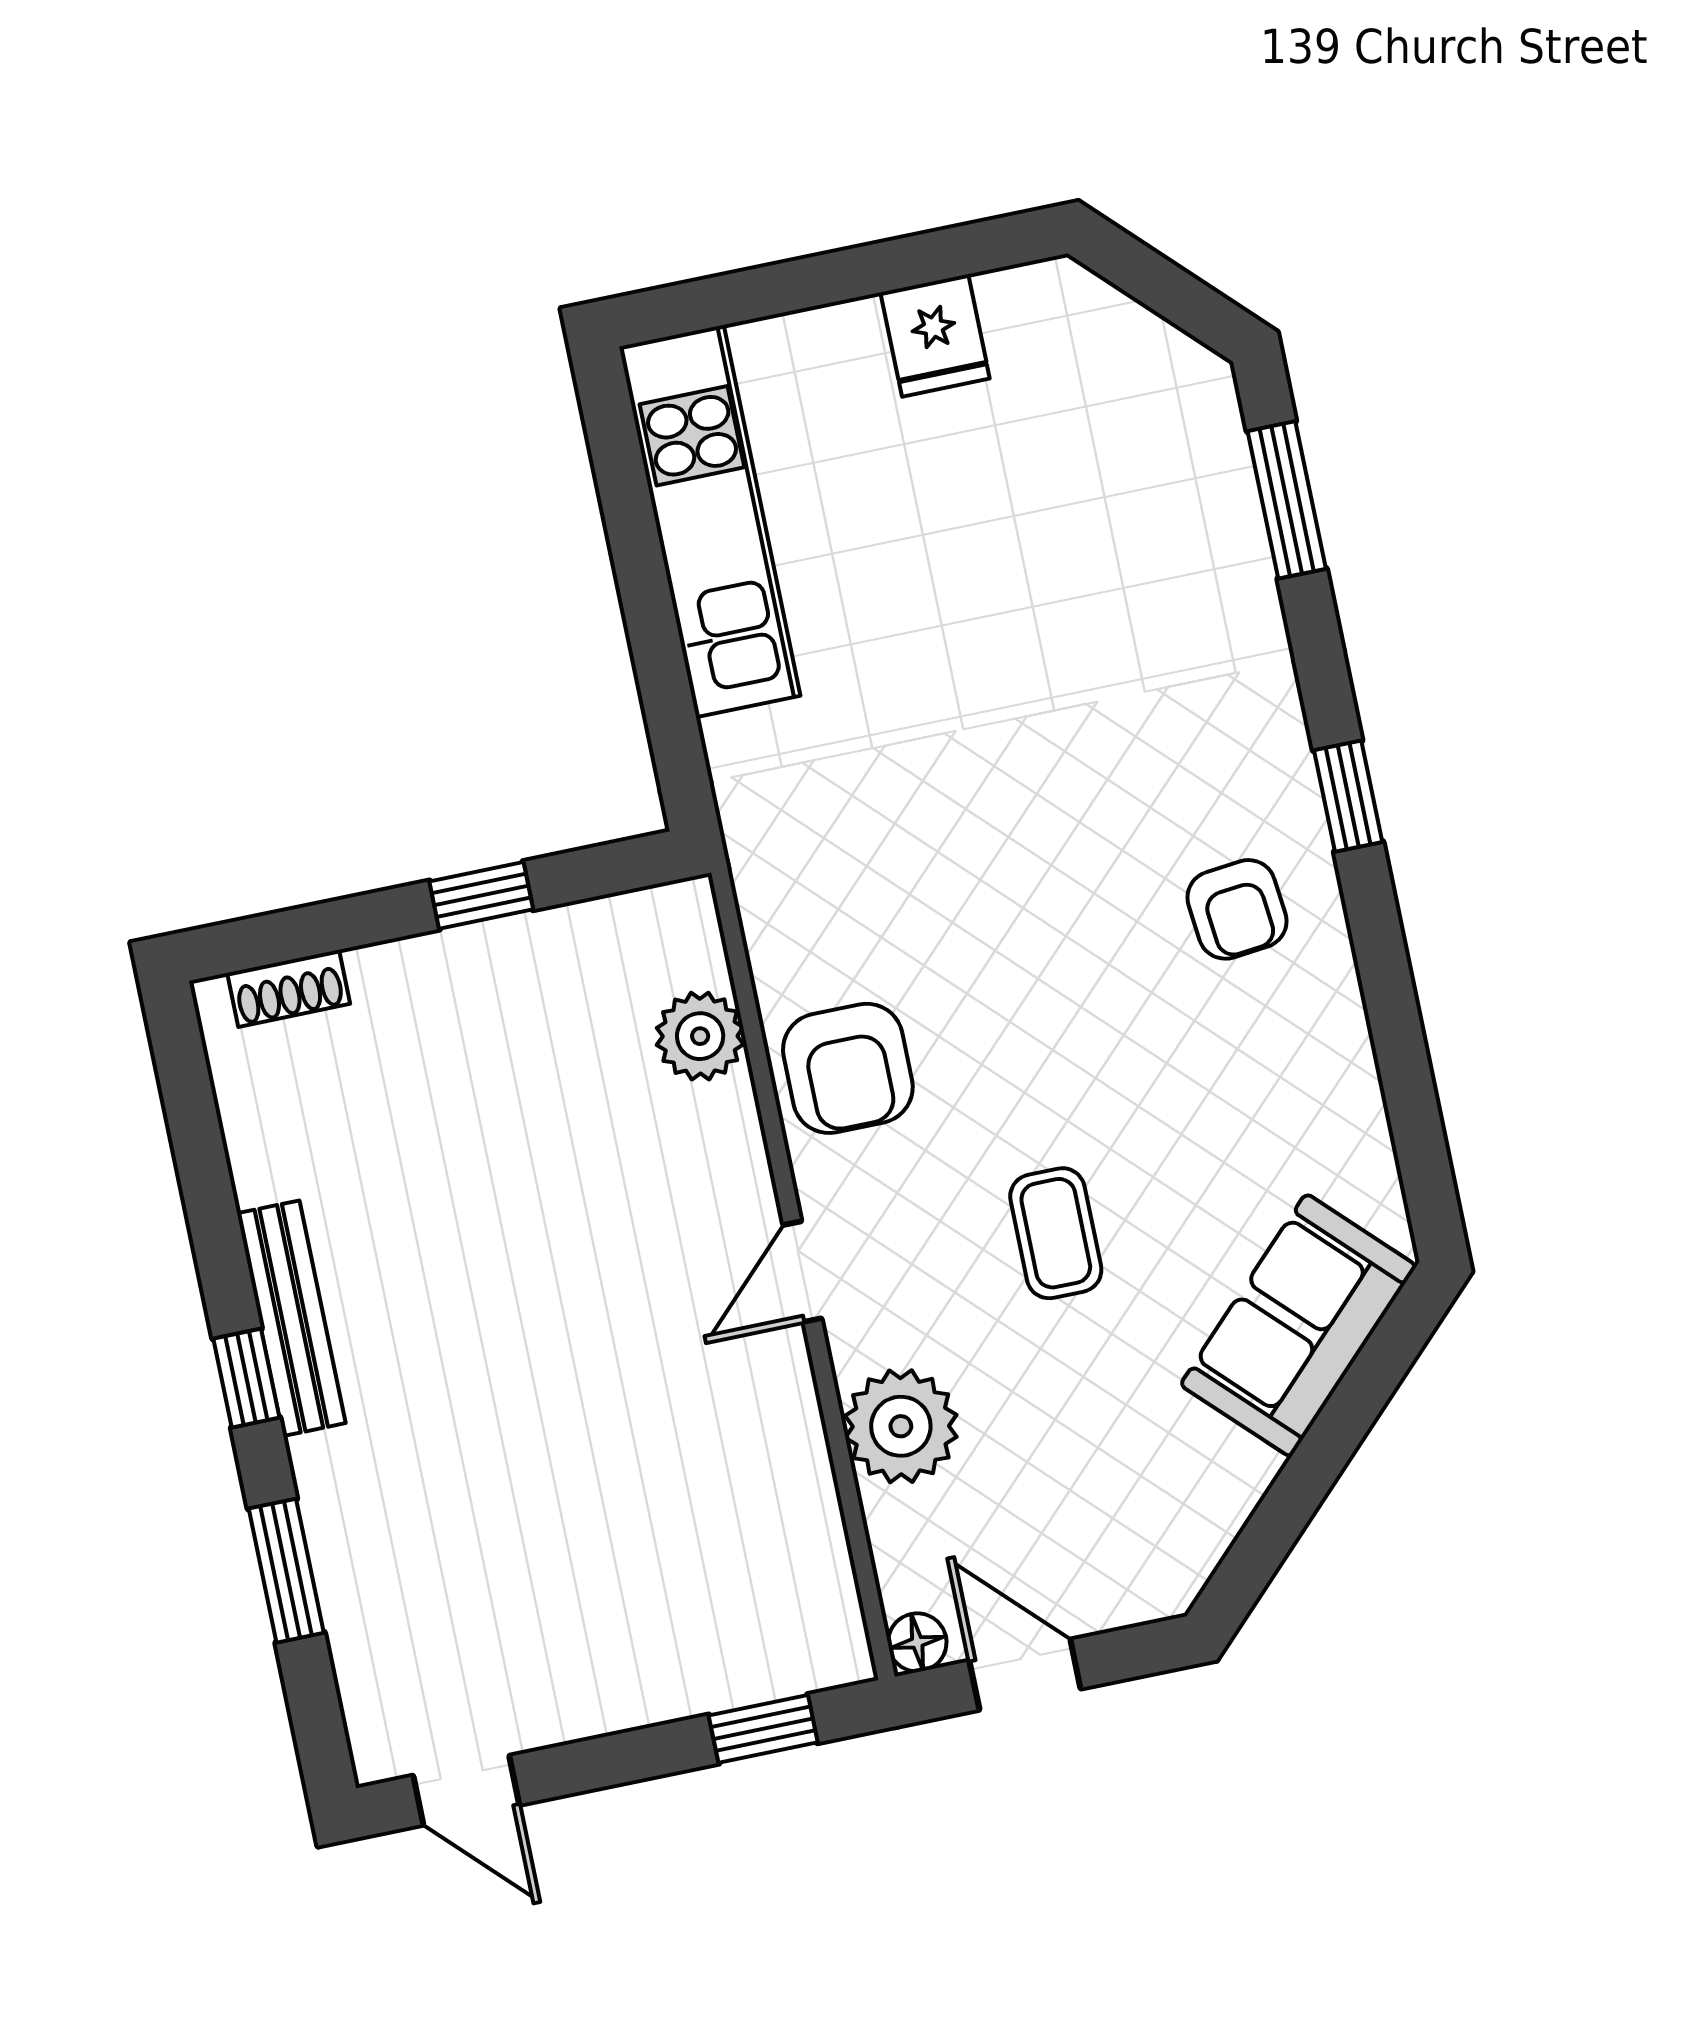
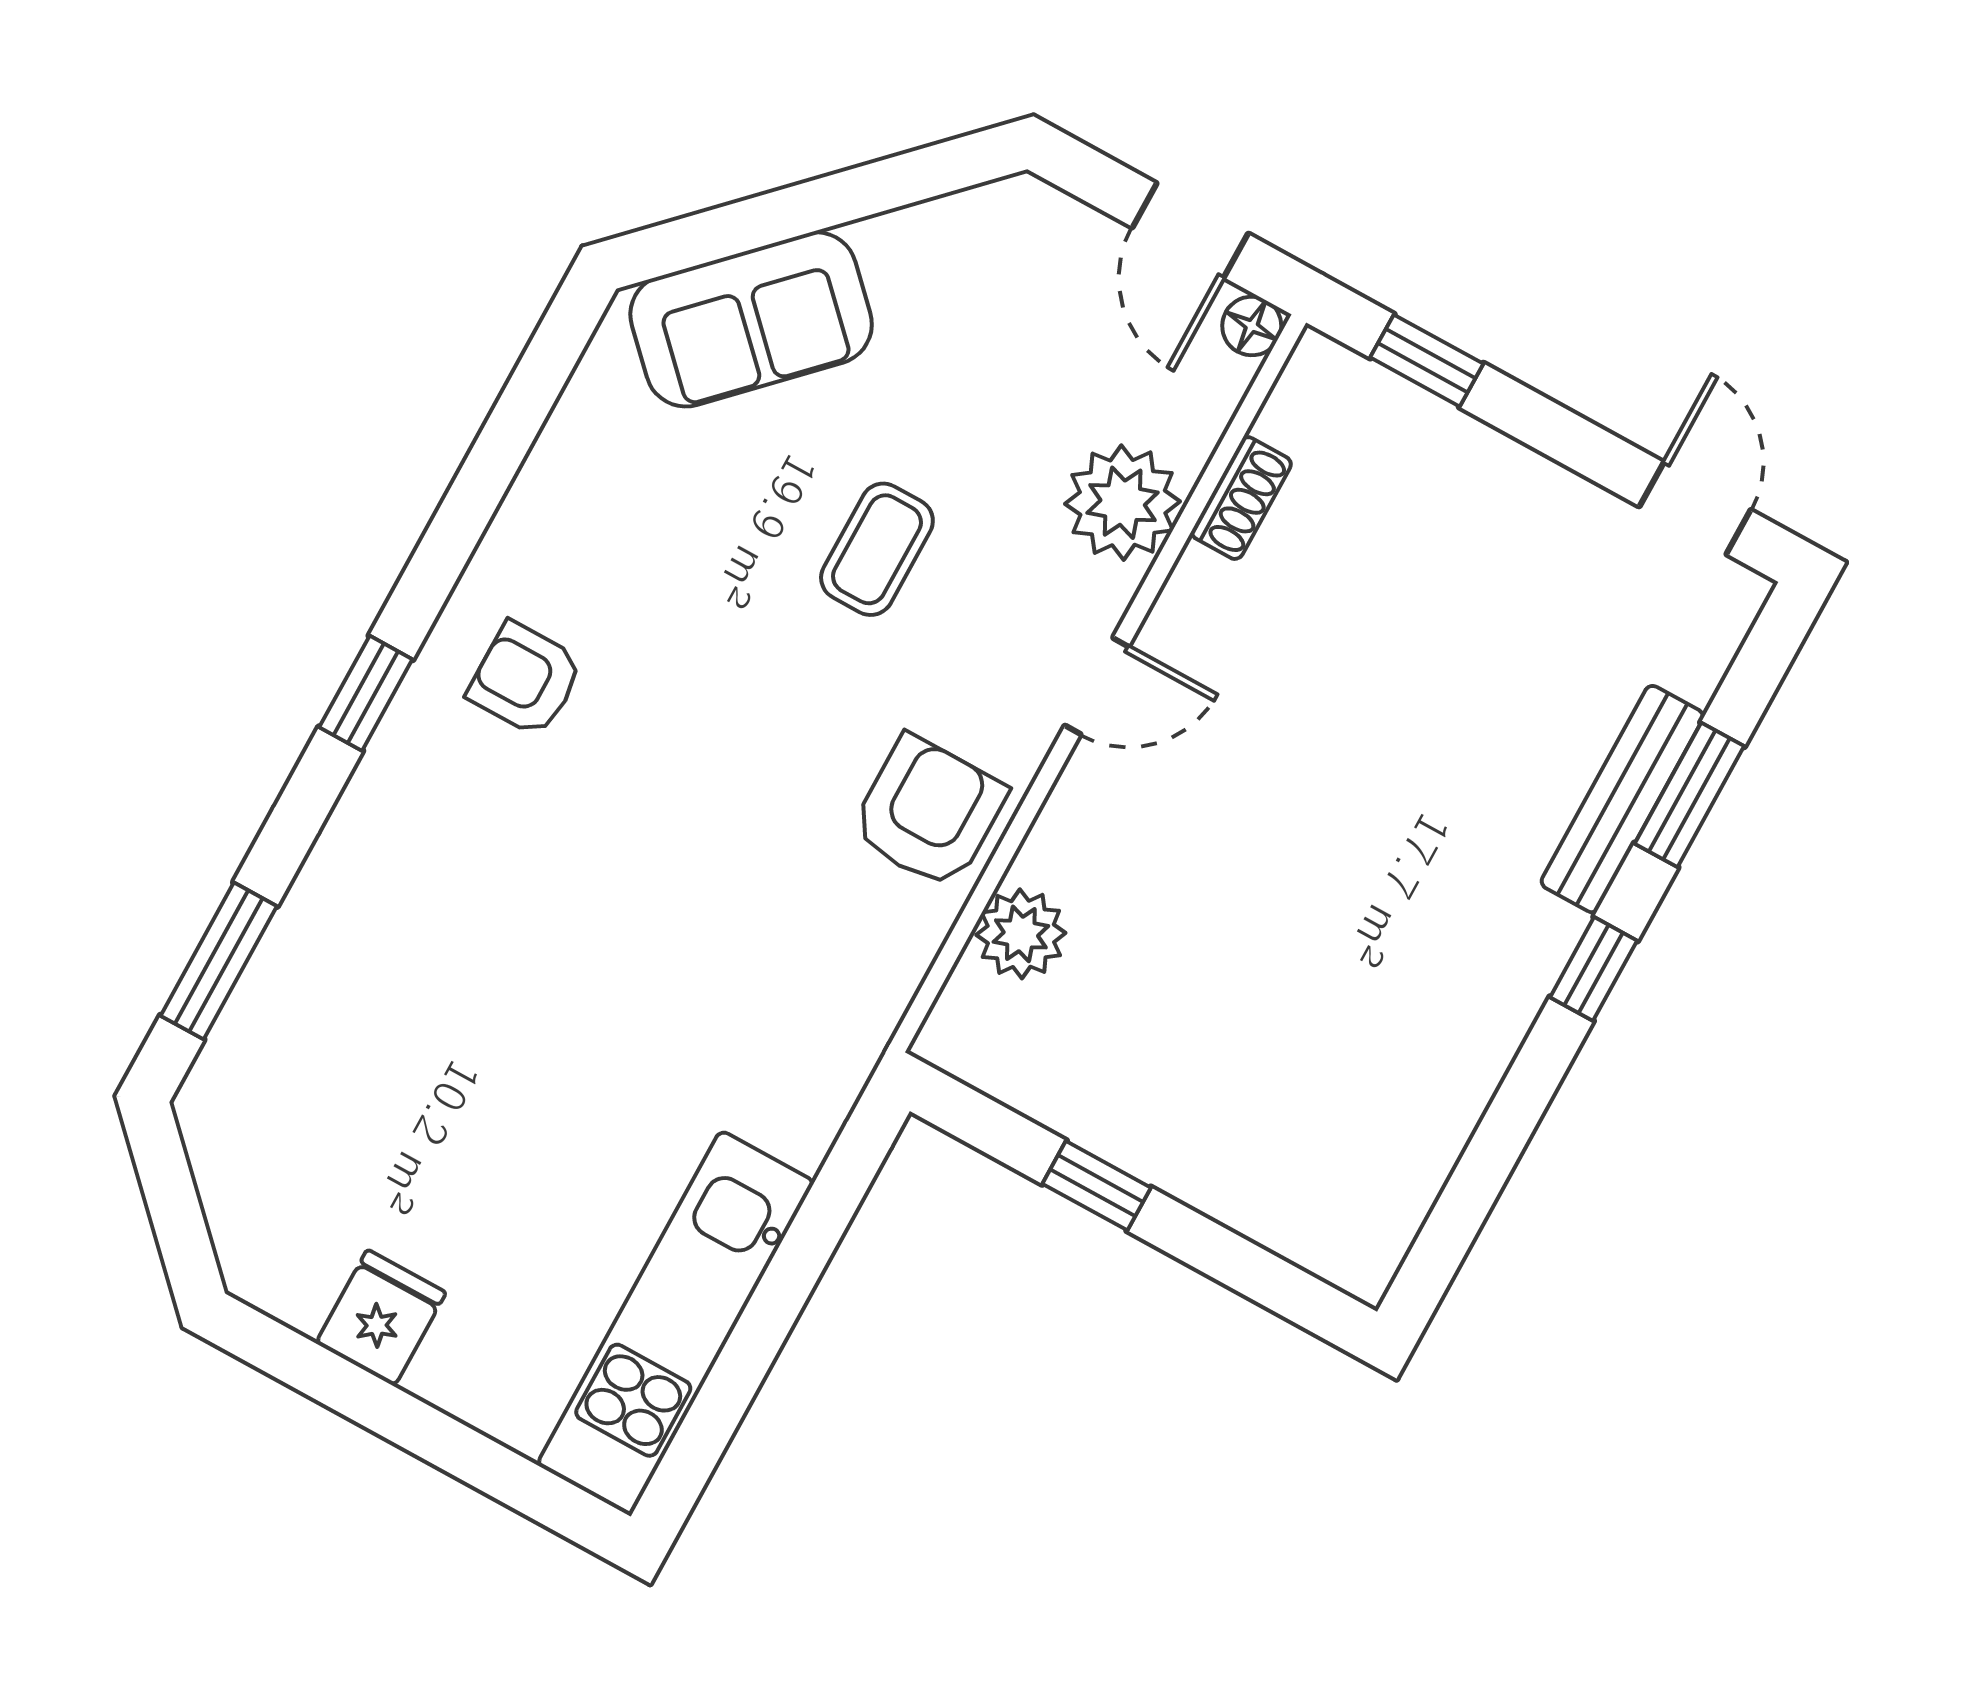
armchair: (1237, 909) -> (525, 679), turned -84
shoe rack: (289, 988) -> (1241, 498), moved, turned 90
bench: (291, 1318) -> (1622, 799), moved

